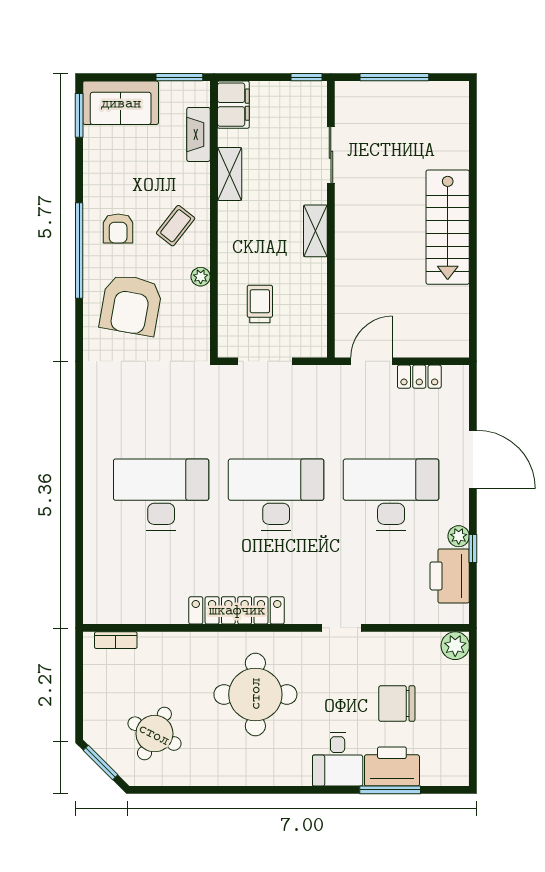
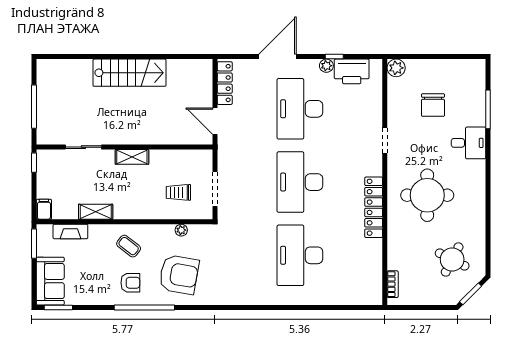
filing cabinet: (233, 105) -> (44, 209), width x0.50
plant: (201, 277) -> (181, 230), moved
locker: (419, 377) -> (225, 83), width x1.53
printer: (392, 767) -> (473, 108), removed

